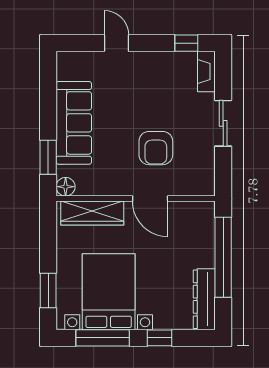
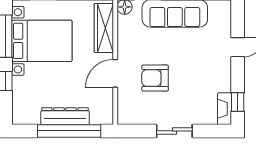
fireplace: (206, 71) -> (224, 109), moved, turned -90
dresser: (204, 299) -> (65, 116), moved

